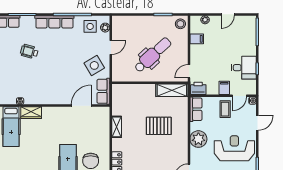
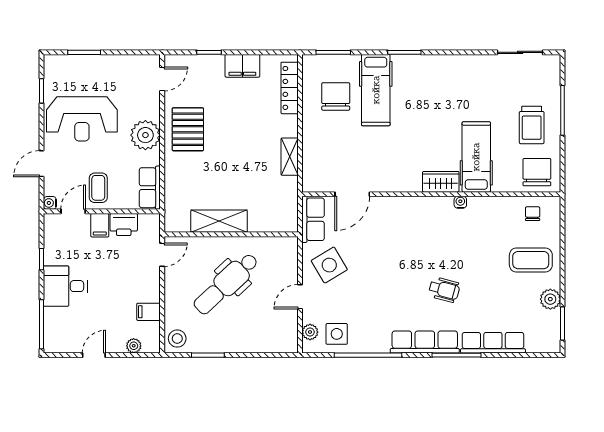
row of seats: (54, 22) -> (425, 342), moved
desk: (244, 68) -> (65, 286), moved
printer: (198, 88) -> (124, 224), moved
shelving: (172, 90) -> (219, 221), moved
pallet: (159, 126) -> (188, 129), moved, turned 90

